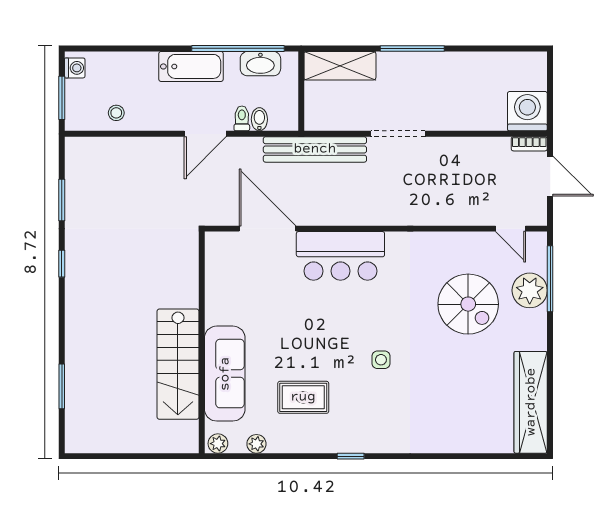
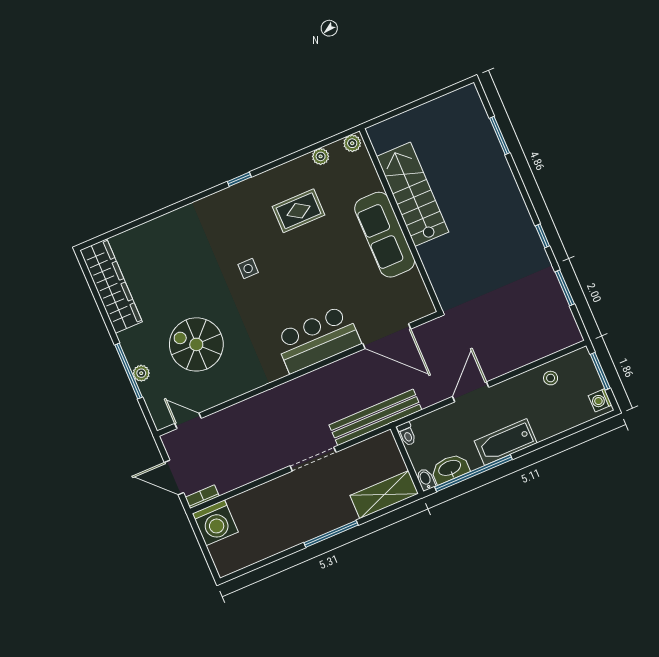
toilet: (242, 118) -> (407, 434), moved
bidet: (259, 119) -> (426, 479), moved, turned 180
window: (550, 279) -> (129, 371), moved
plant: (530, 290) -> (141, 373), width x0.53, depth x0.53
sofa: (225, 374) -> (385, 235), moved

